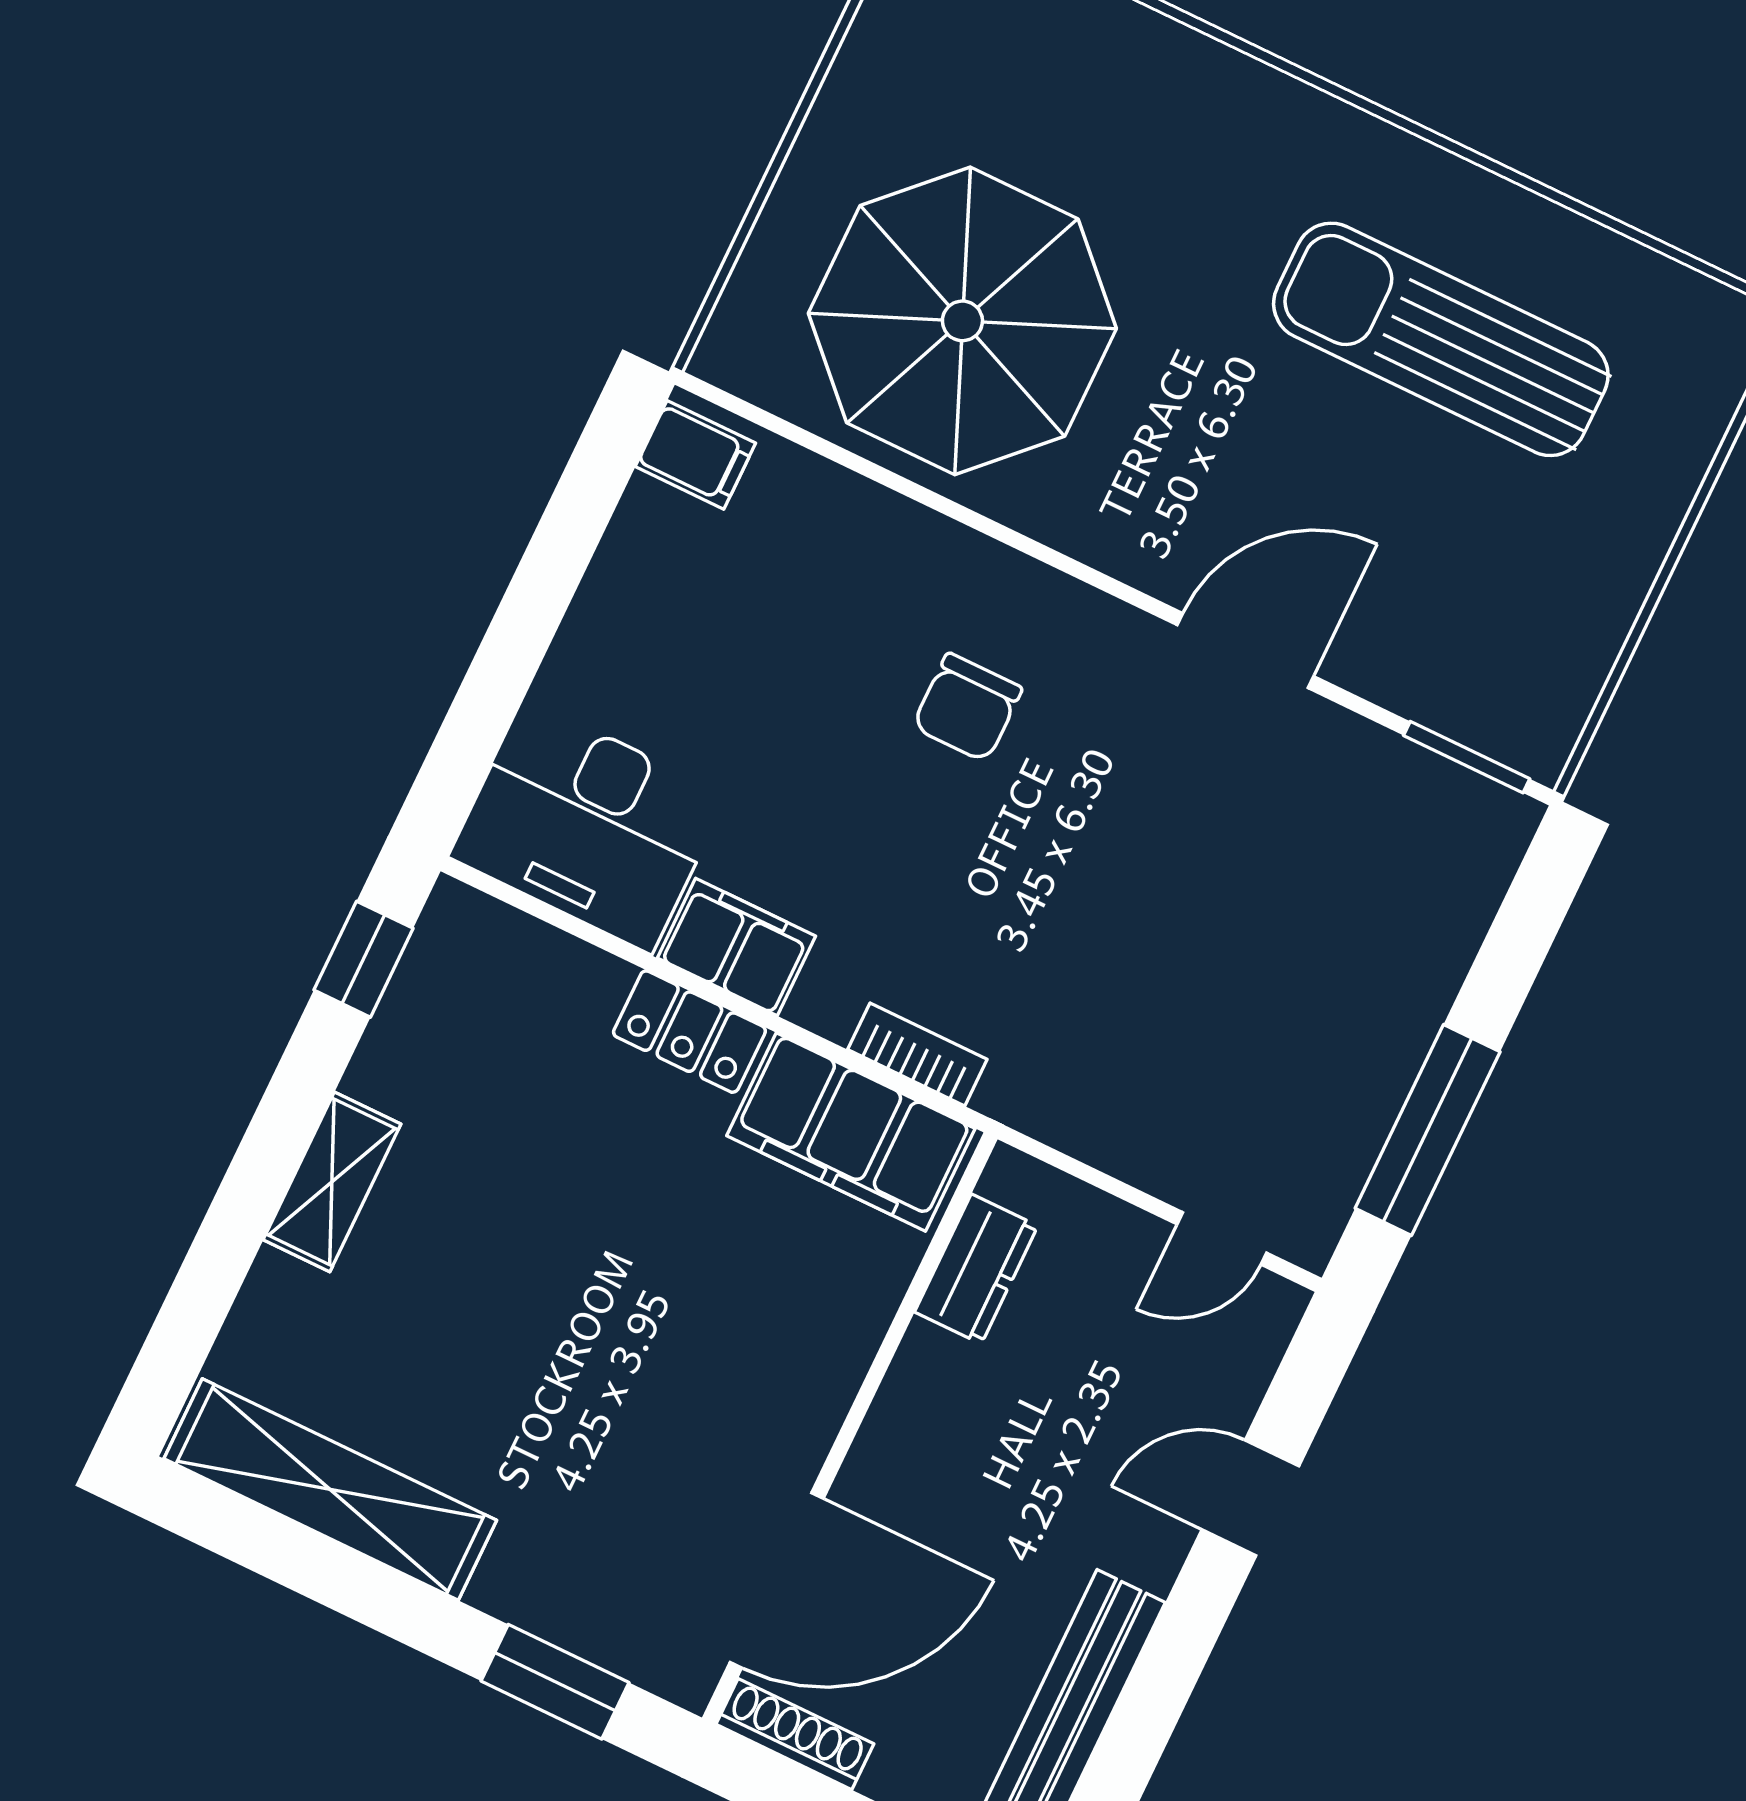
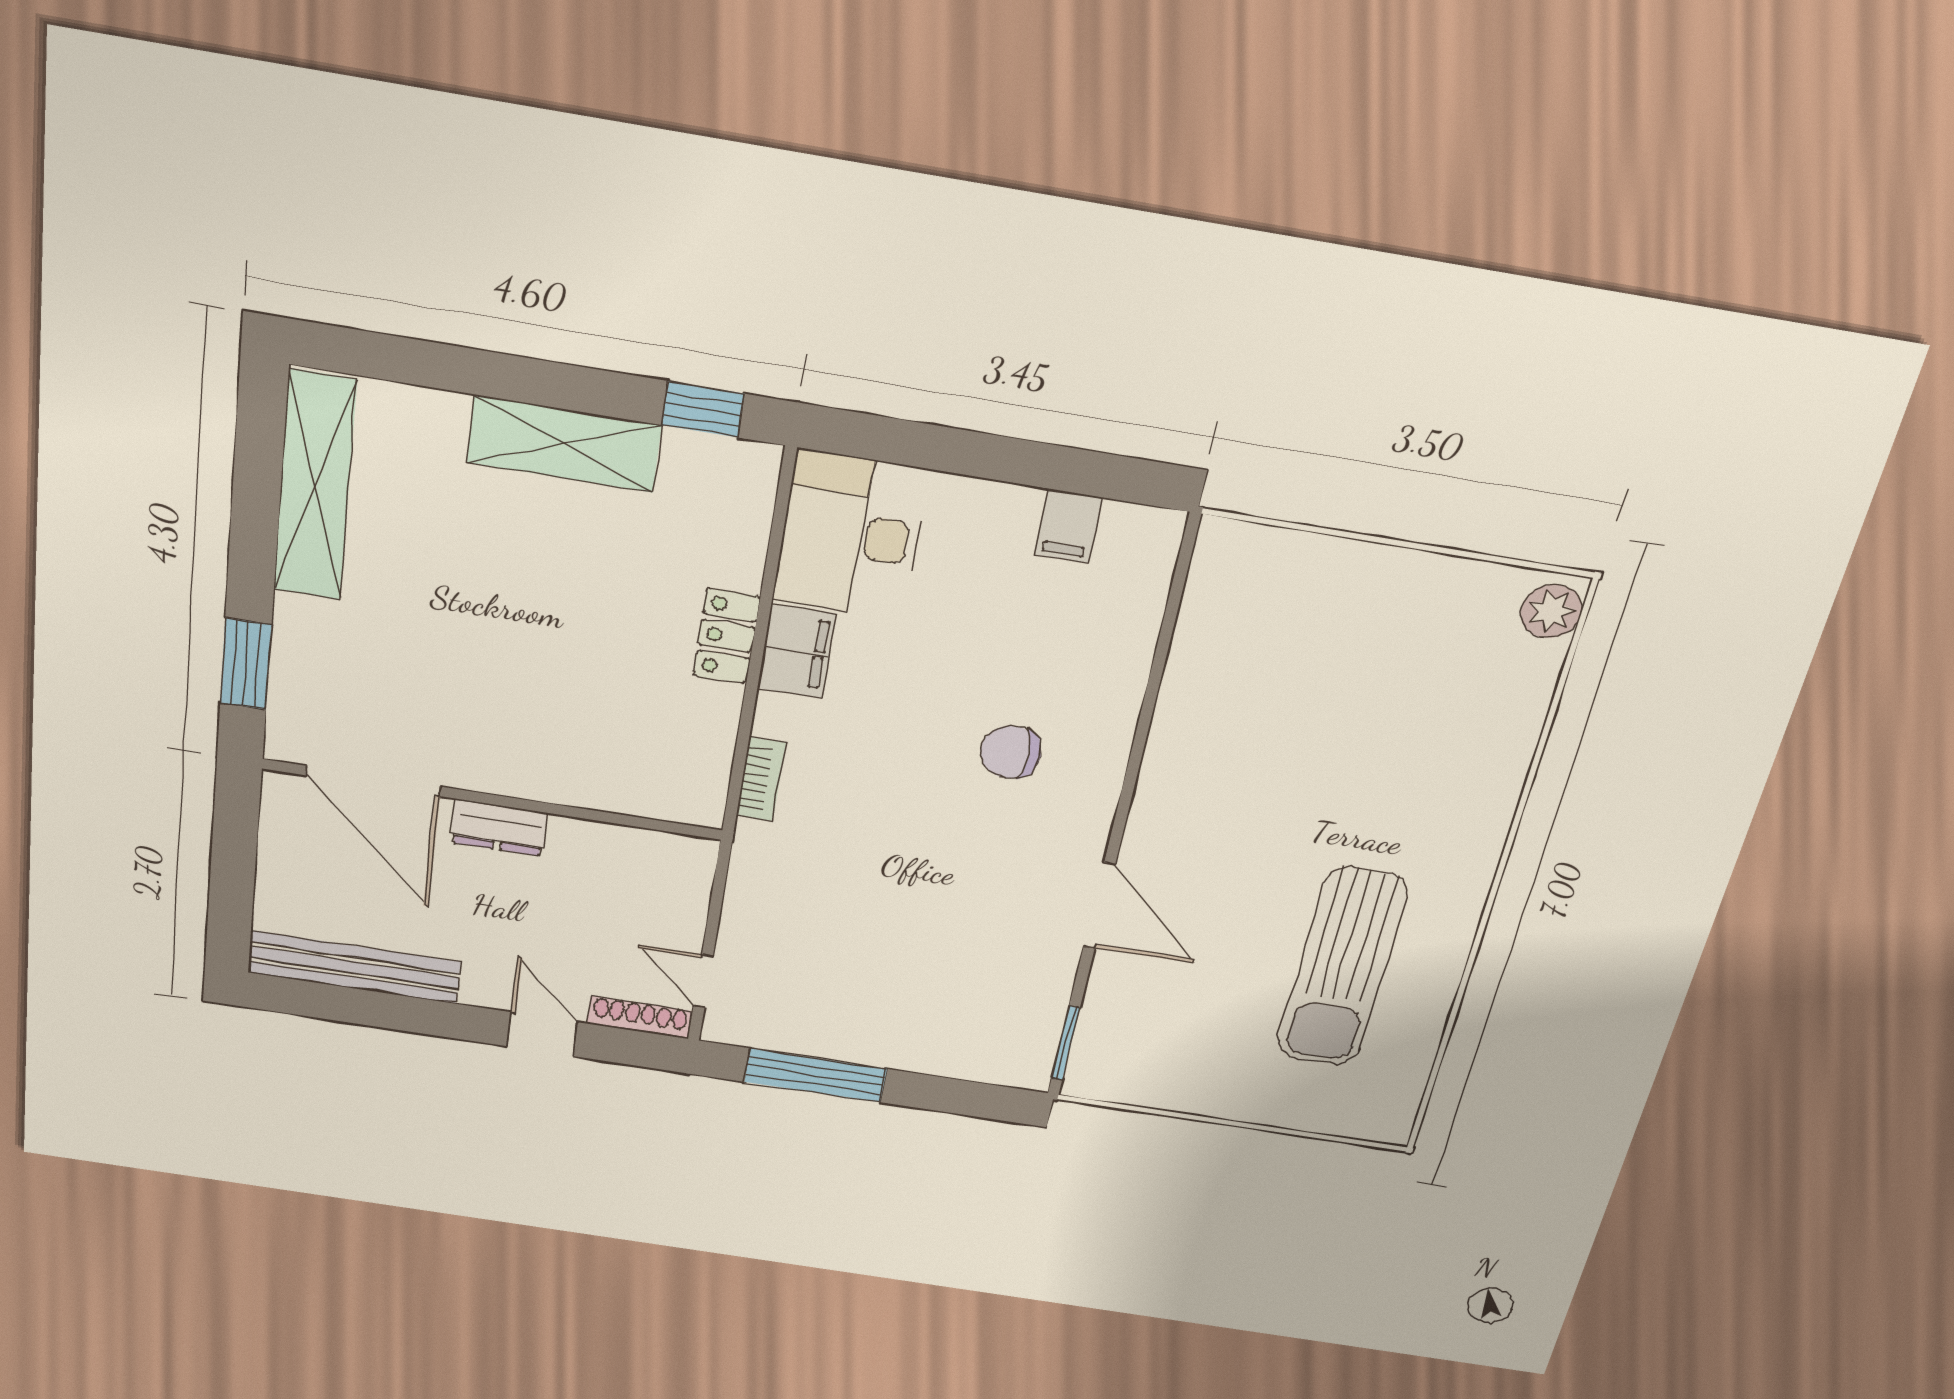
parasol: (962, 321) -> (1284, 685), removed
sun lounger: (1441, 339) -> (1342, 967), turned 180
filing cabinet: (695, 455) -> (1068, 526), moved
filing cabinet: (851, 1132) -> (693, 752), removed
shelving: (332, 1182) -> (564, 444), width x1.50, depth x1.33
dresser: (976, 1269) -> (499, 828), moved
shoe rack: (795, 1734) -> (640, 1017), moved, turned -90

